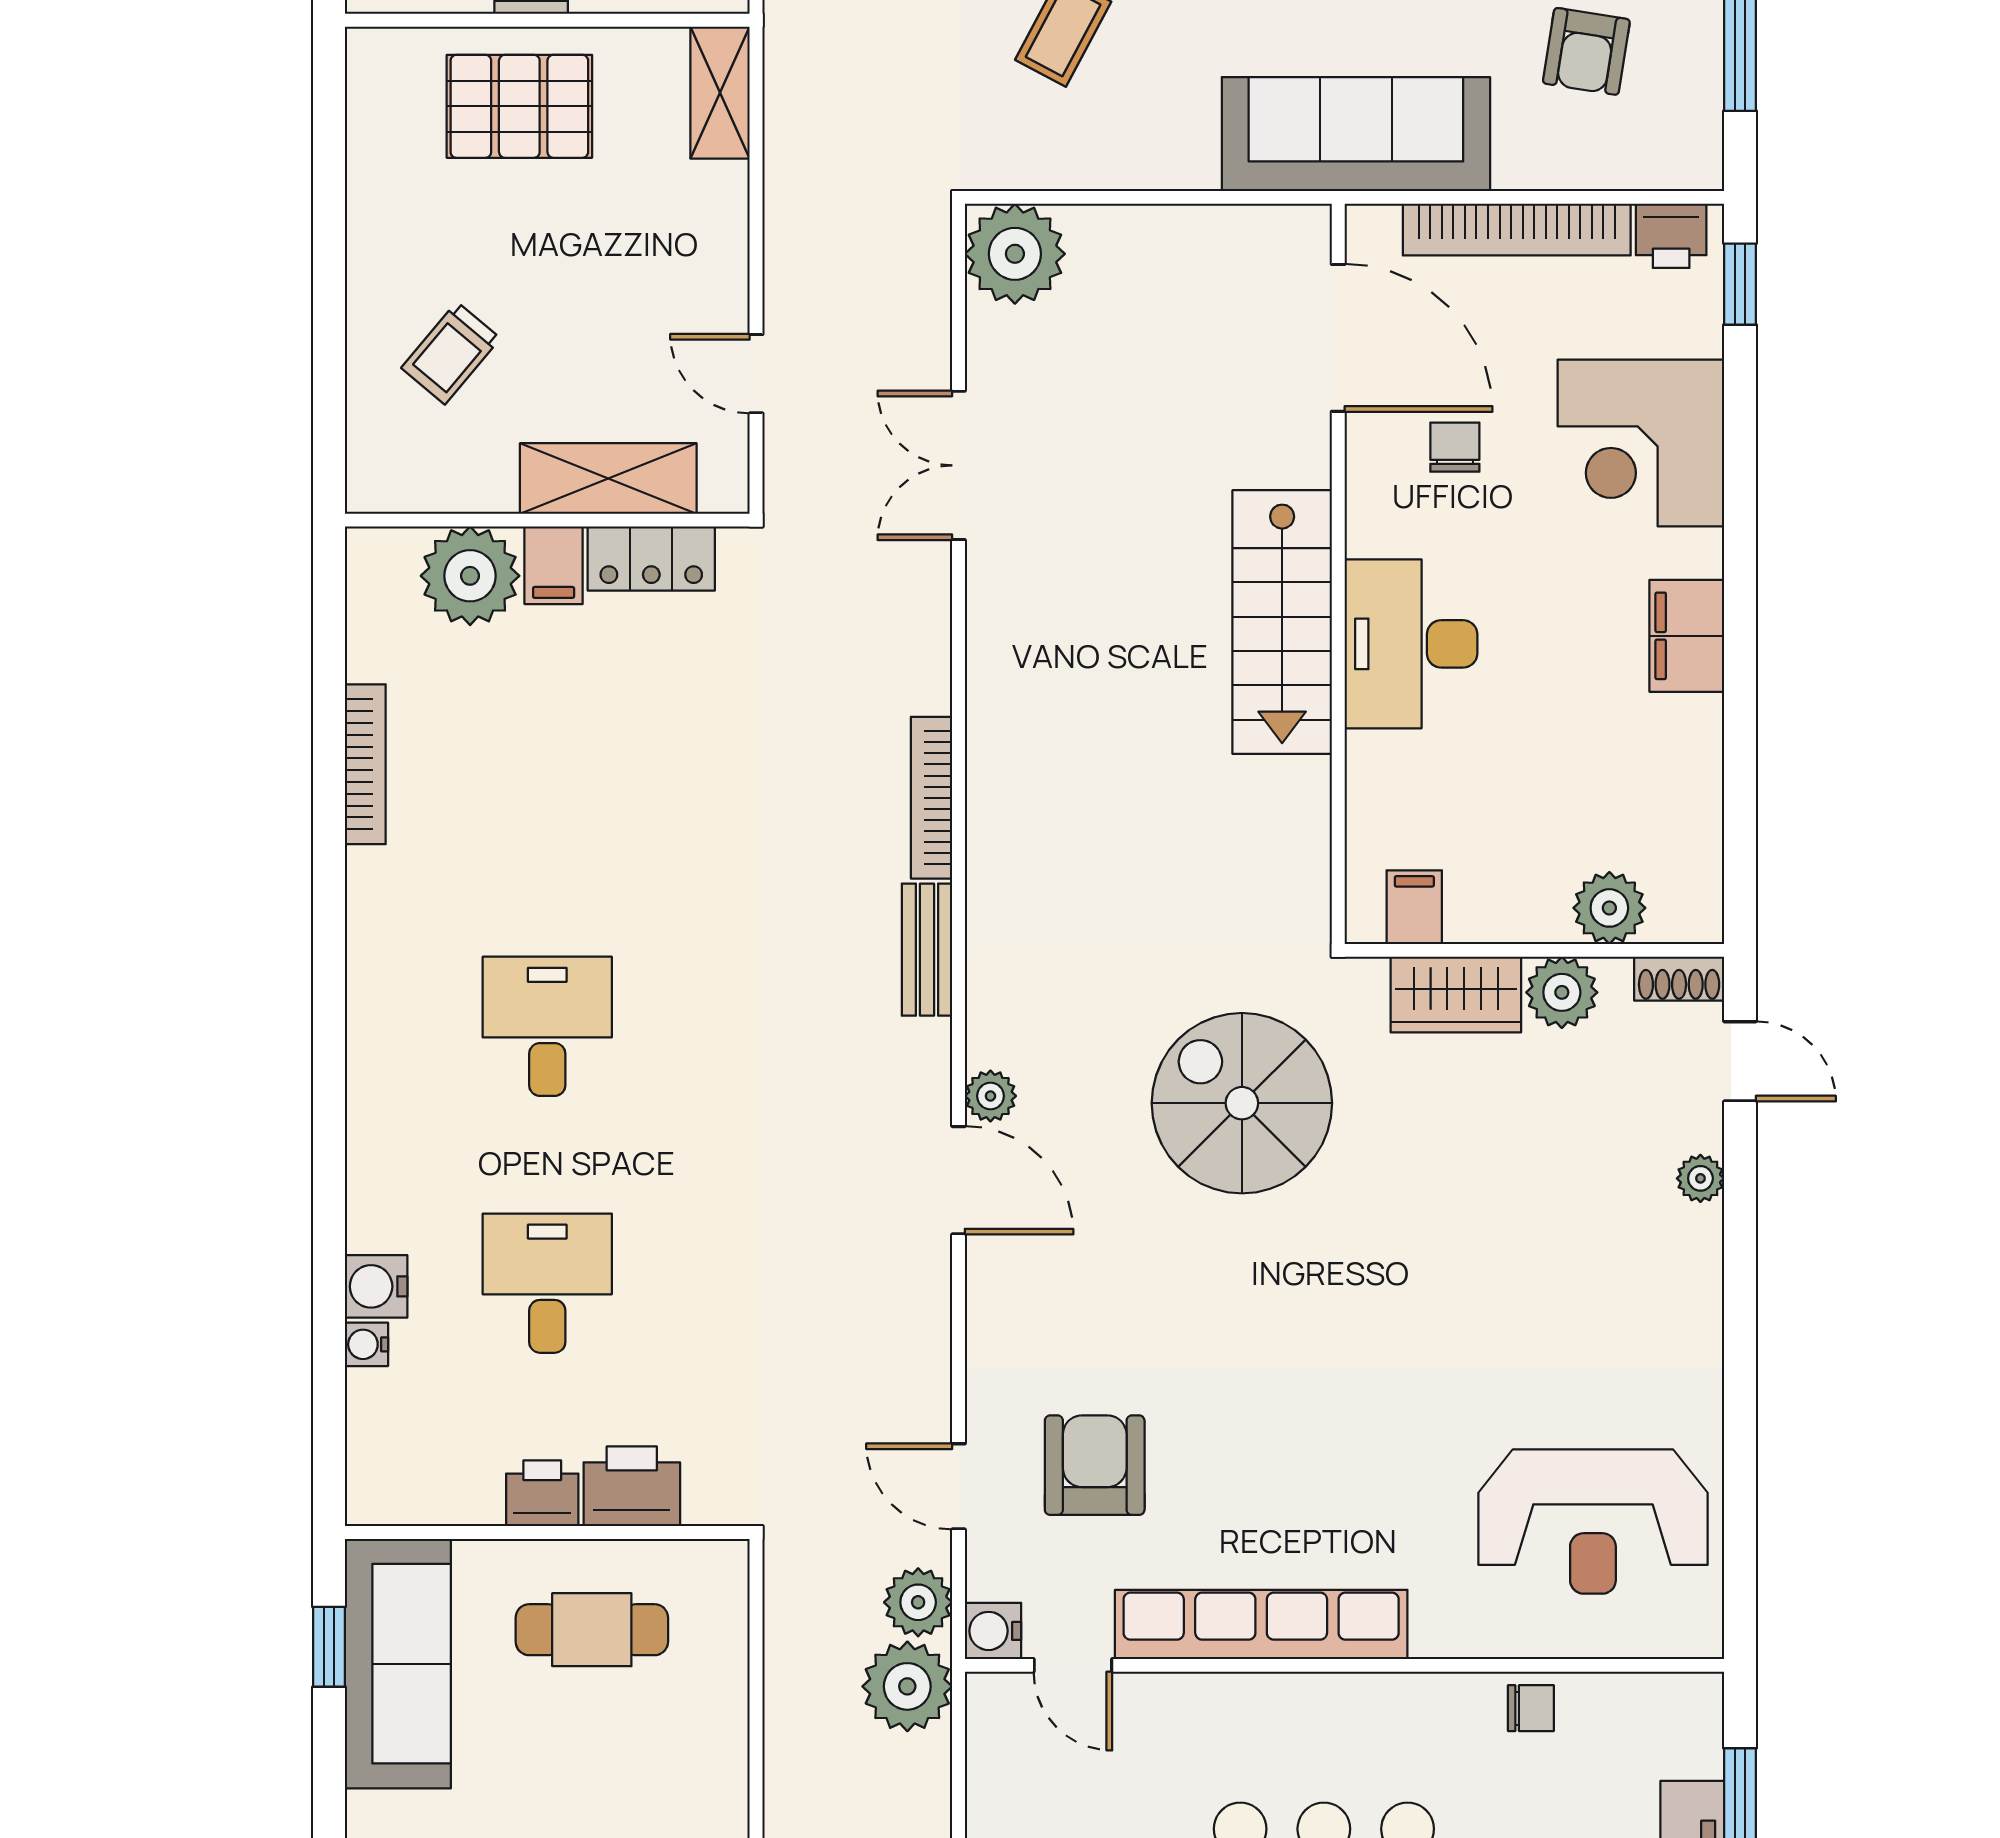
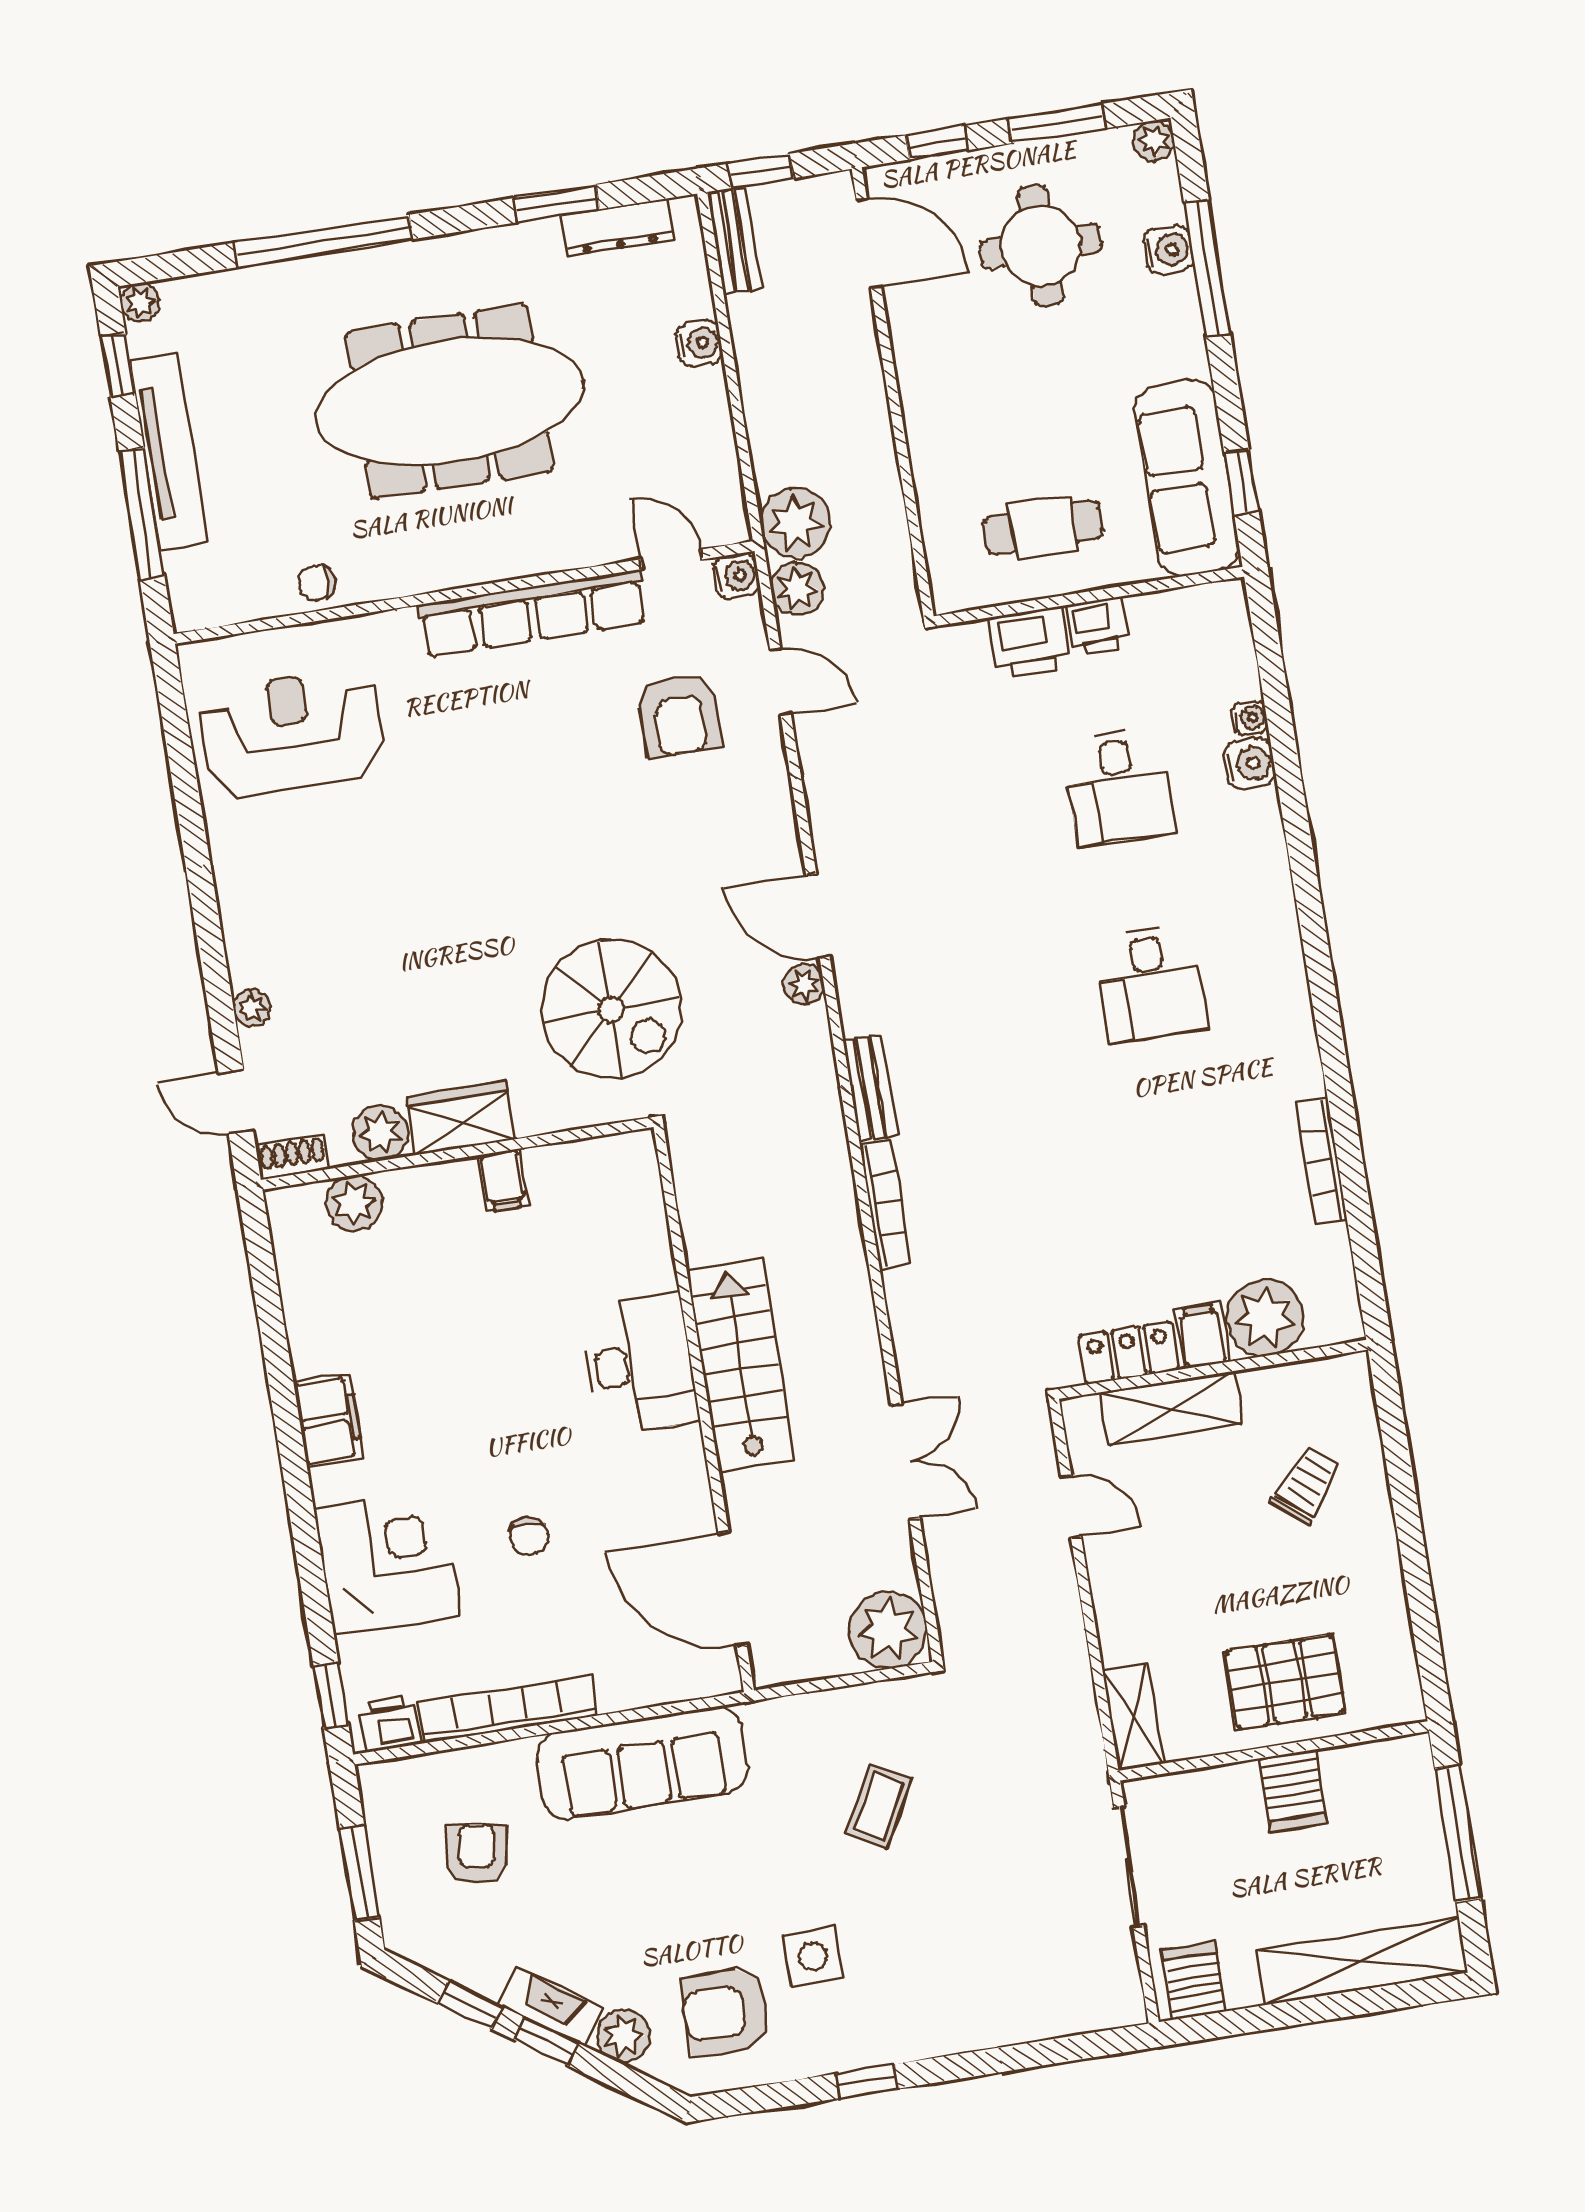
door: (1338, 338) -> (733, 1589), moved
wall: (1338, 574) -> (704, 1409), moved
stairs: (1282, 622) -> (741, 1365), moved
desk: (1411, 644) -> (640, 1364), moved

